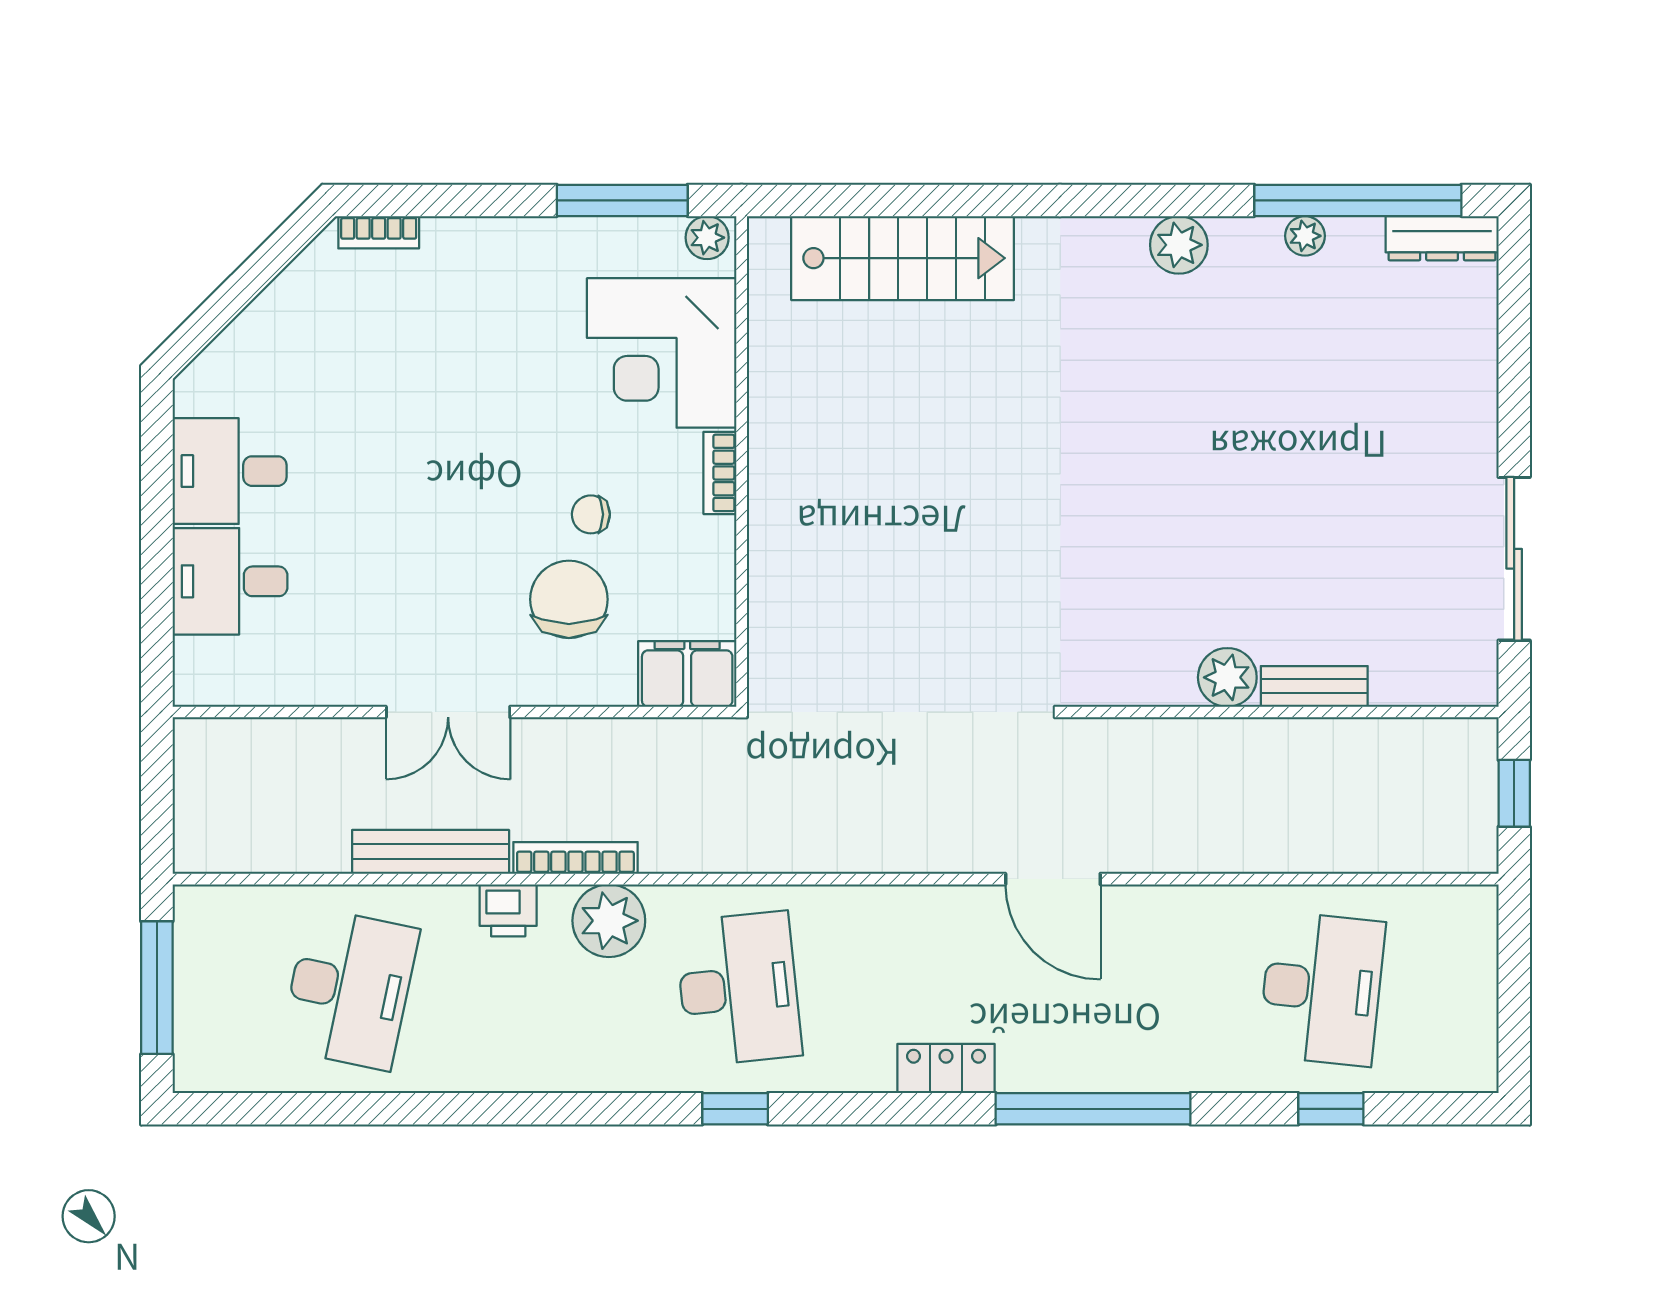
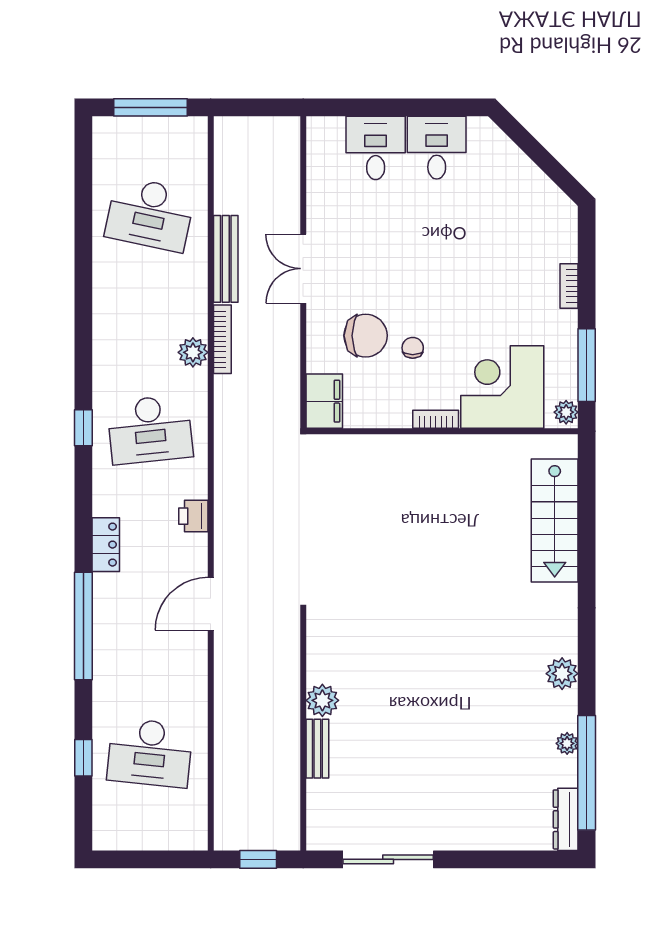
bookcase: (379, 232) -> (569, 286), moved
printer: (508, 910) -> (193, 516), moved
plant: (609, 921) -> (193, 352), width x0.73, depth x0.73

